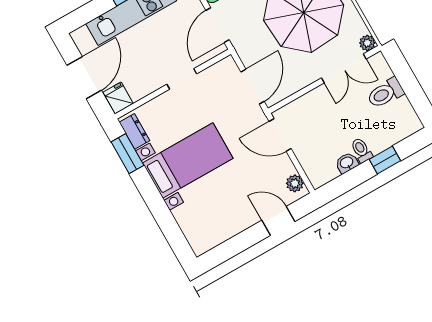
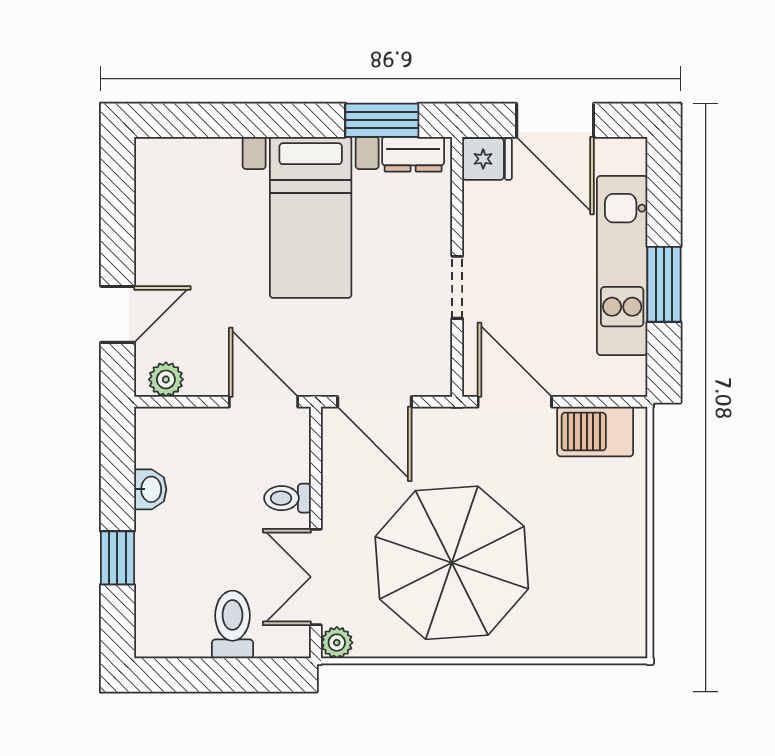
door: (280, 135) -> (264, 402), hinge flipped
toilet: (361, 150) -> (288, 498), moved, turned 180

